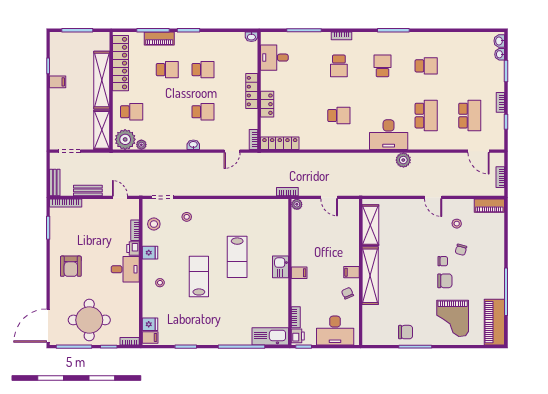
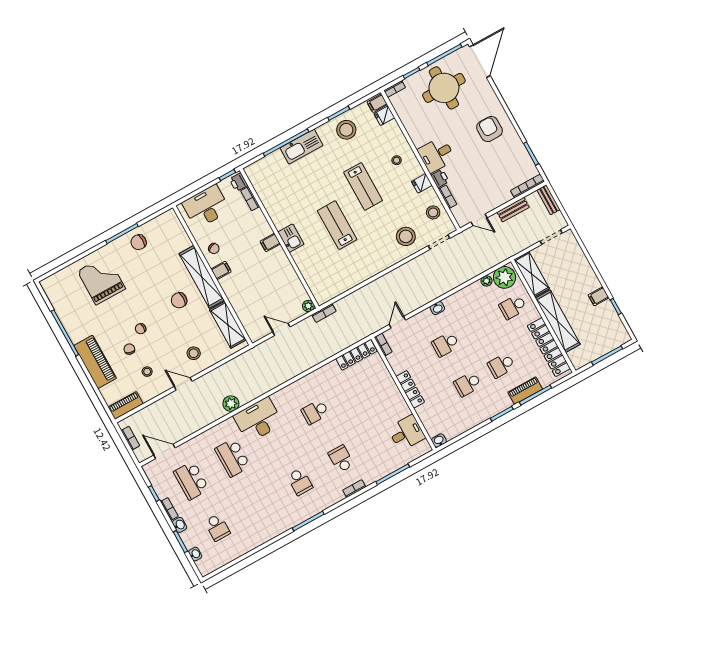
washbasin: (499, 41) -> (180, 525), moved
school desk: (426, 66) -> (217, 527), moved, turned -90
locker: (267, 104) -> (389, 385), removed
stool: (187, 217) -> (406, 236), width x1.89, depth x1.89
stool: (411, 218) -> (194, 353), added
chair: (445, 281) -> (179, 300), moved
piano: (494, 322) -> (95, 362), moved
stool: (187, 330) -> (346, 130), added
kitchen sink: (270, 336) -> (301, 147), moved

